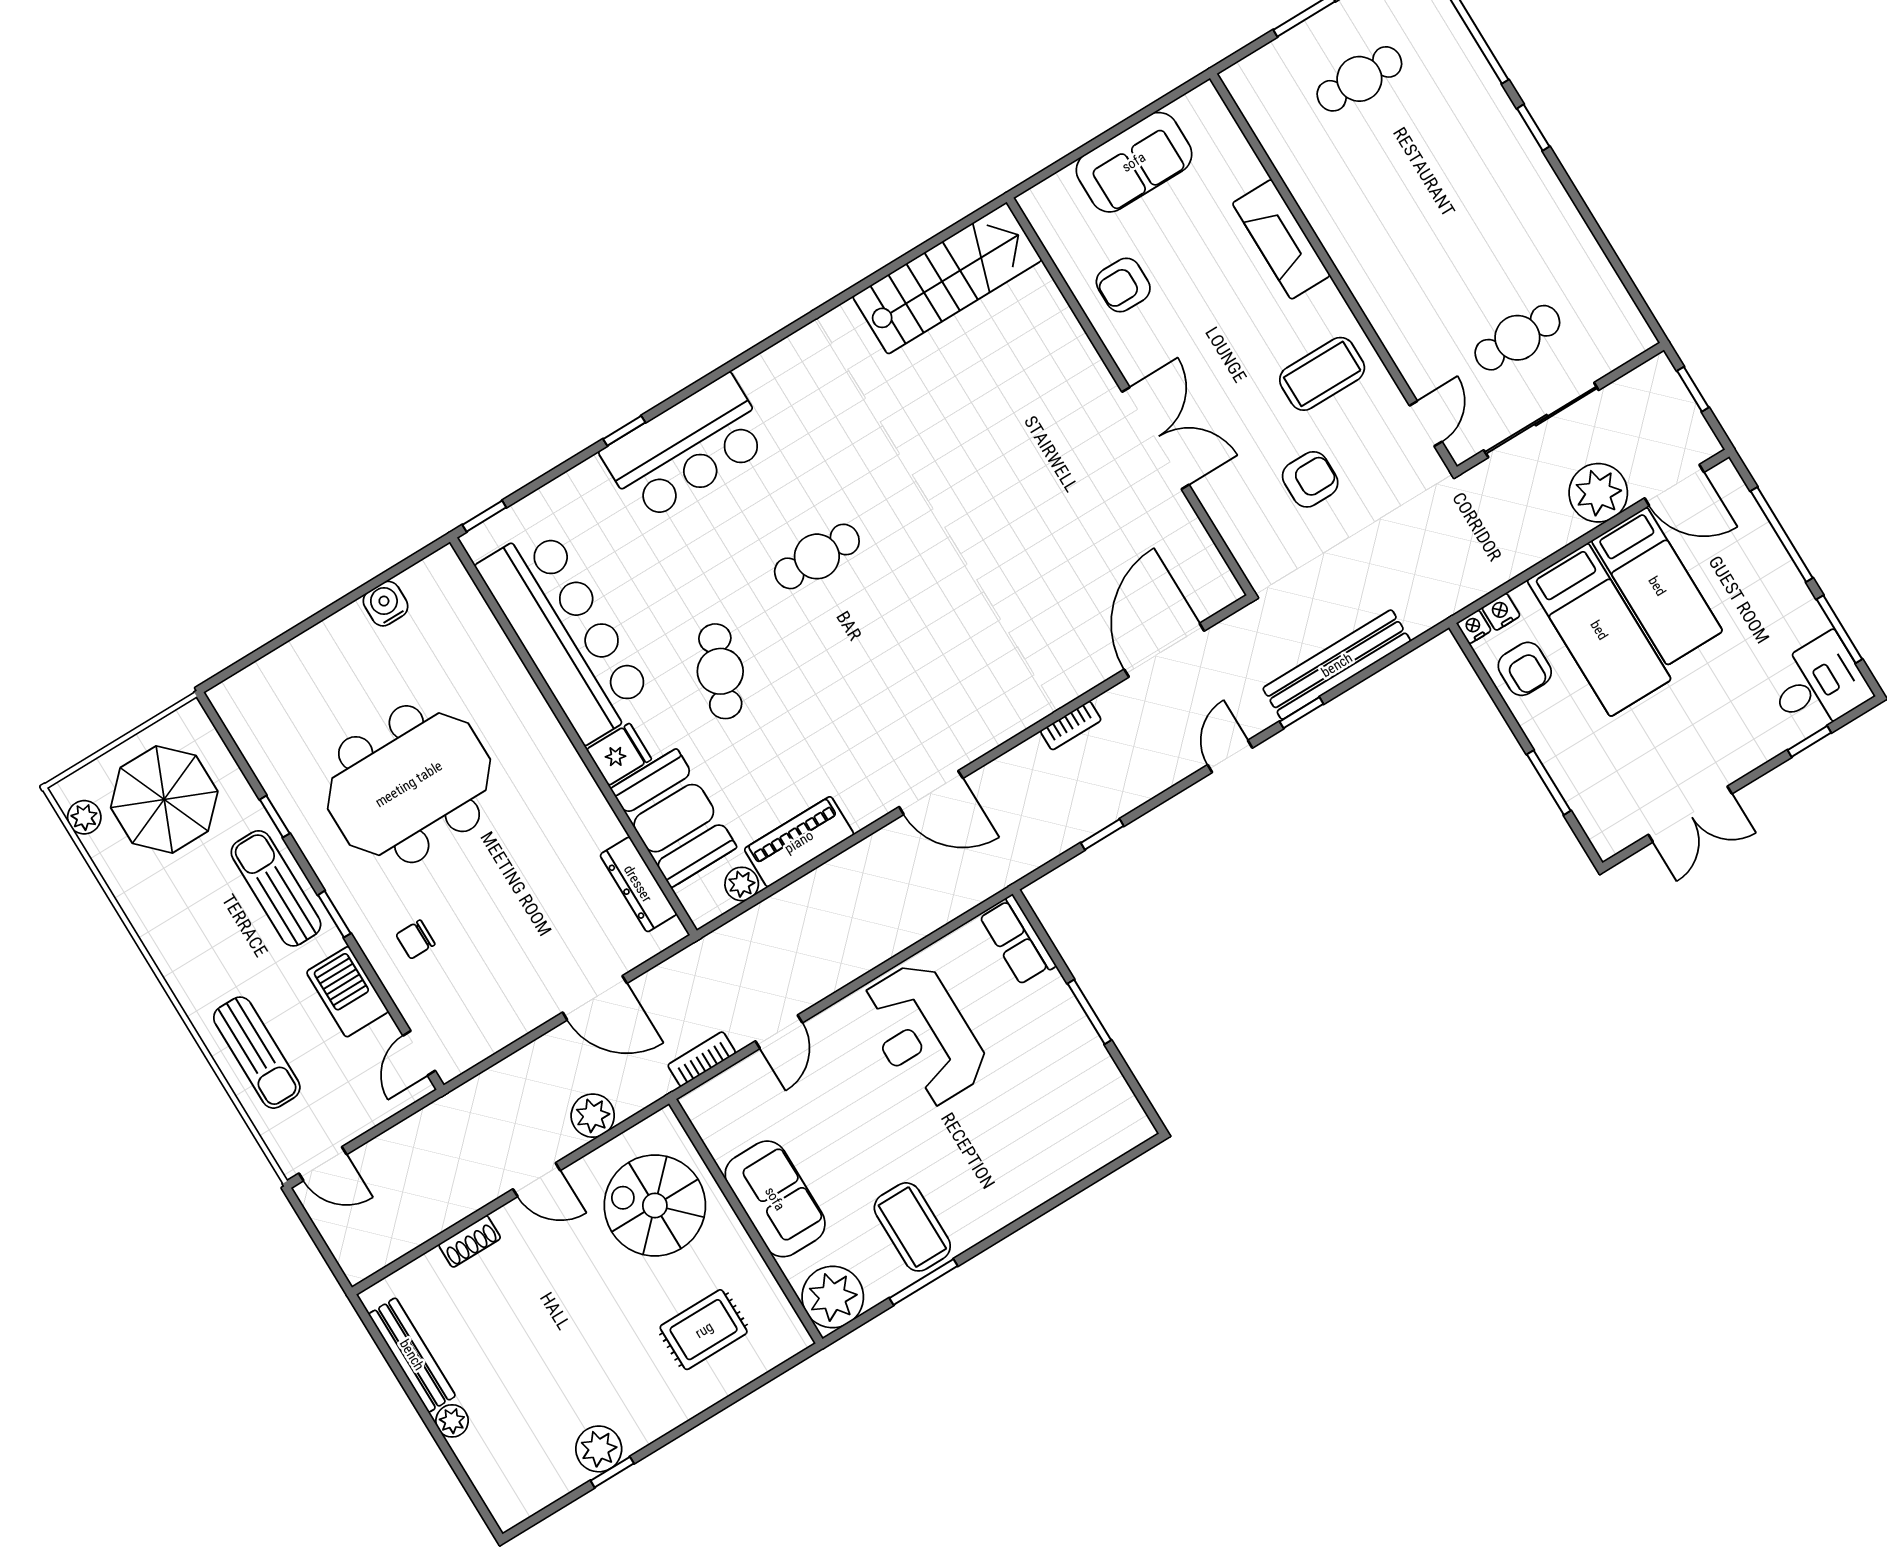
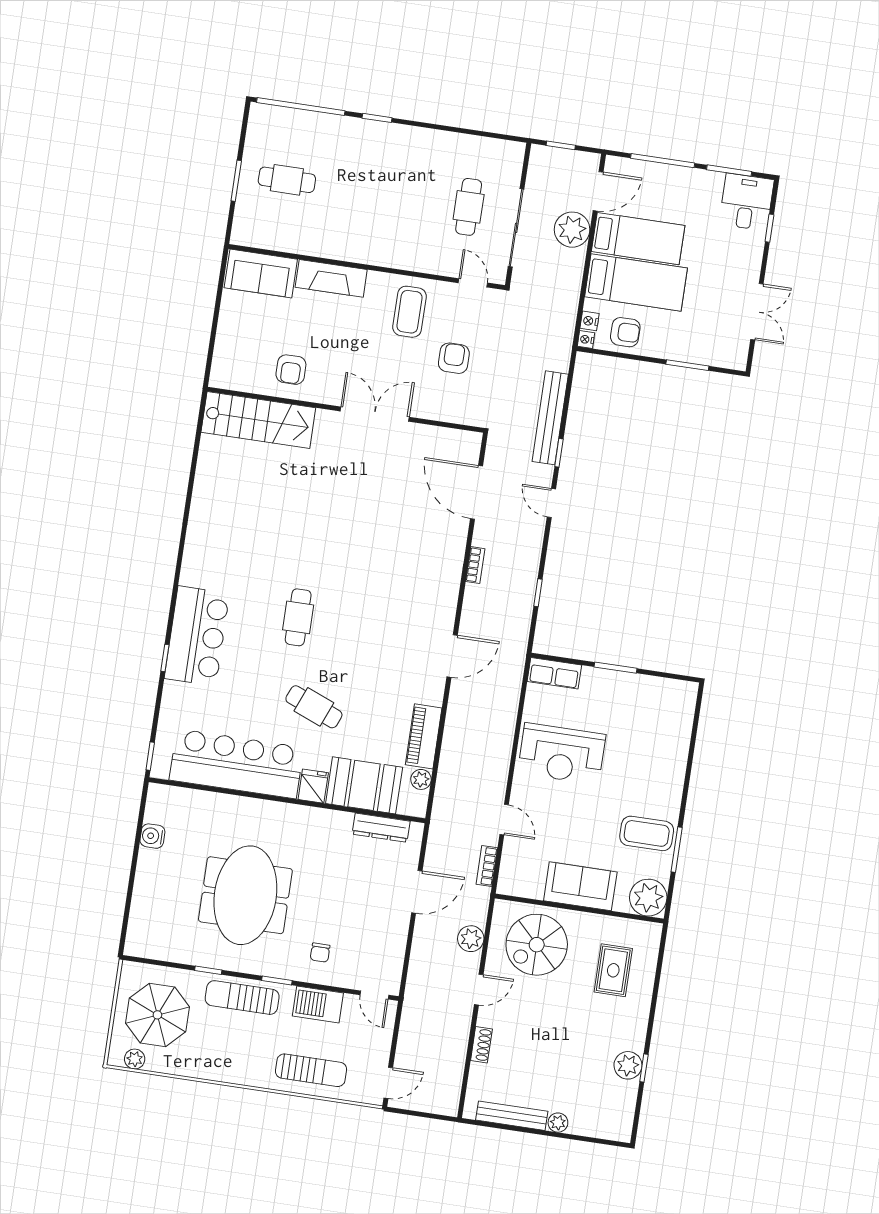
cafe table: (1359, 79) -> (287, 180), turned 90
sofa: (1134, 162) -> (261, 273), moved, turned 90
stairs: (947, 278) -> (258, 420), moved, turned 90

